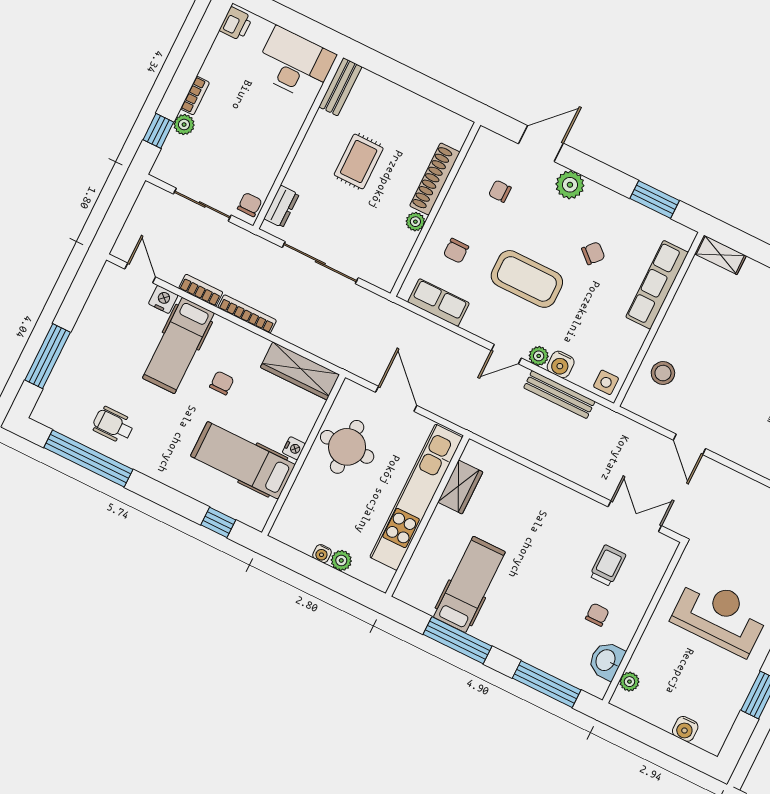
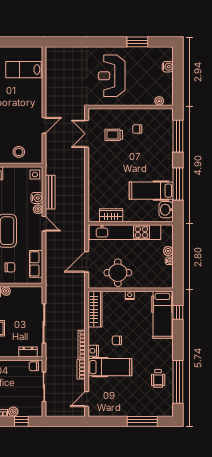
nightstand: (163, 299) -> (93, 351), moved
hospital bed: (243, 460) -> (162, 315), moved
washbasin: (606, 660) -> (166, 210), moved, turned 90

